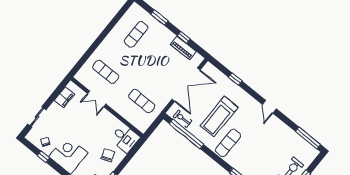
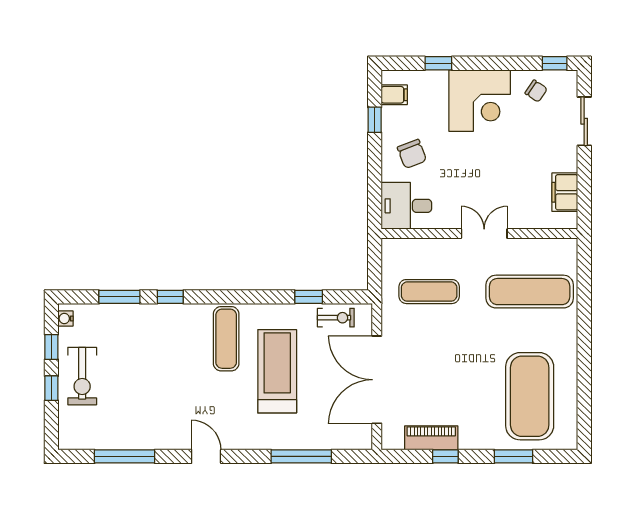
exercise mat: (136, 34) -> (530, 396), width x2.00, depth x1.45
exercise mat: (106, 72) -> (530, 292), width x1.36, depth x1.45
window: (235, 79) -> (301, 456), width x2.17
double door: (97, 99) -> (484, 234), moved
window: (186, 134) -> (309, 297), width x0.32
window: (308, 138) -> (125, 456), moved
window: (44, 157) -> (555, 63), moved

